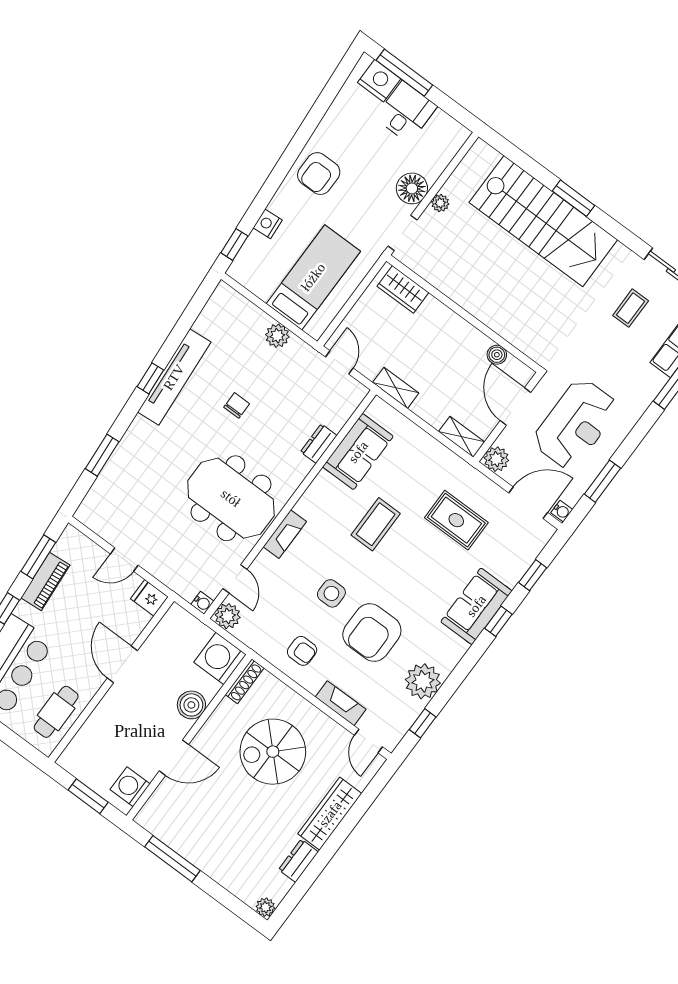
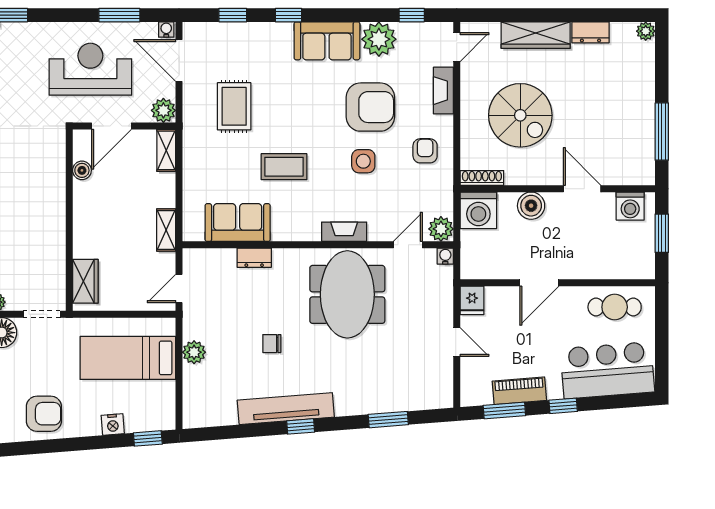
sofa: (476, 606) -> (327, 41), moved

